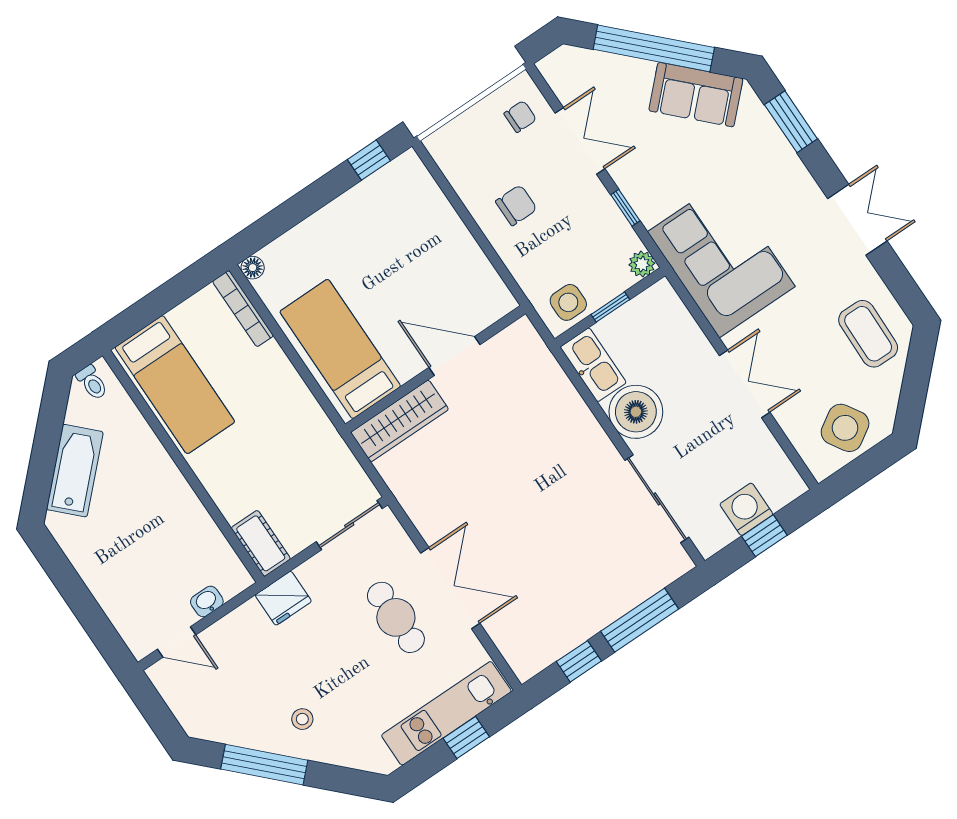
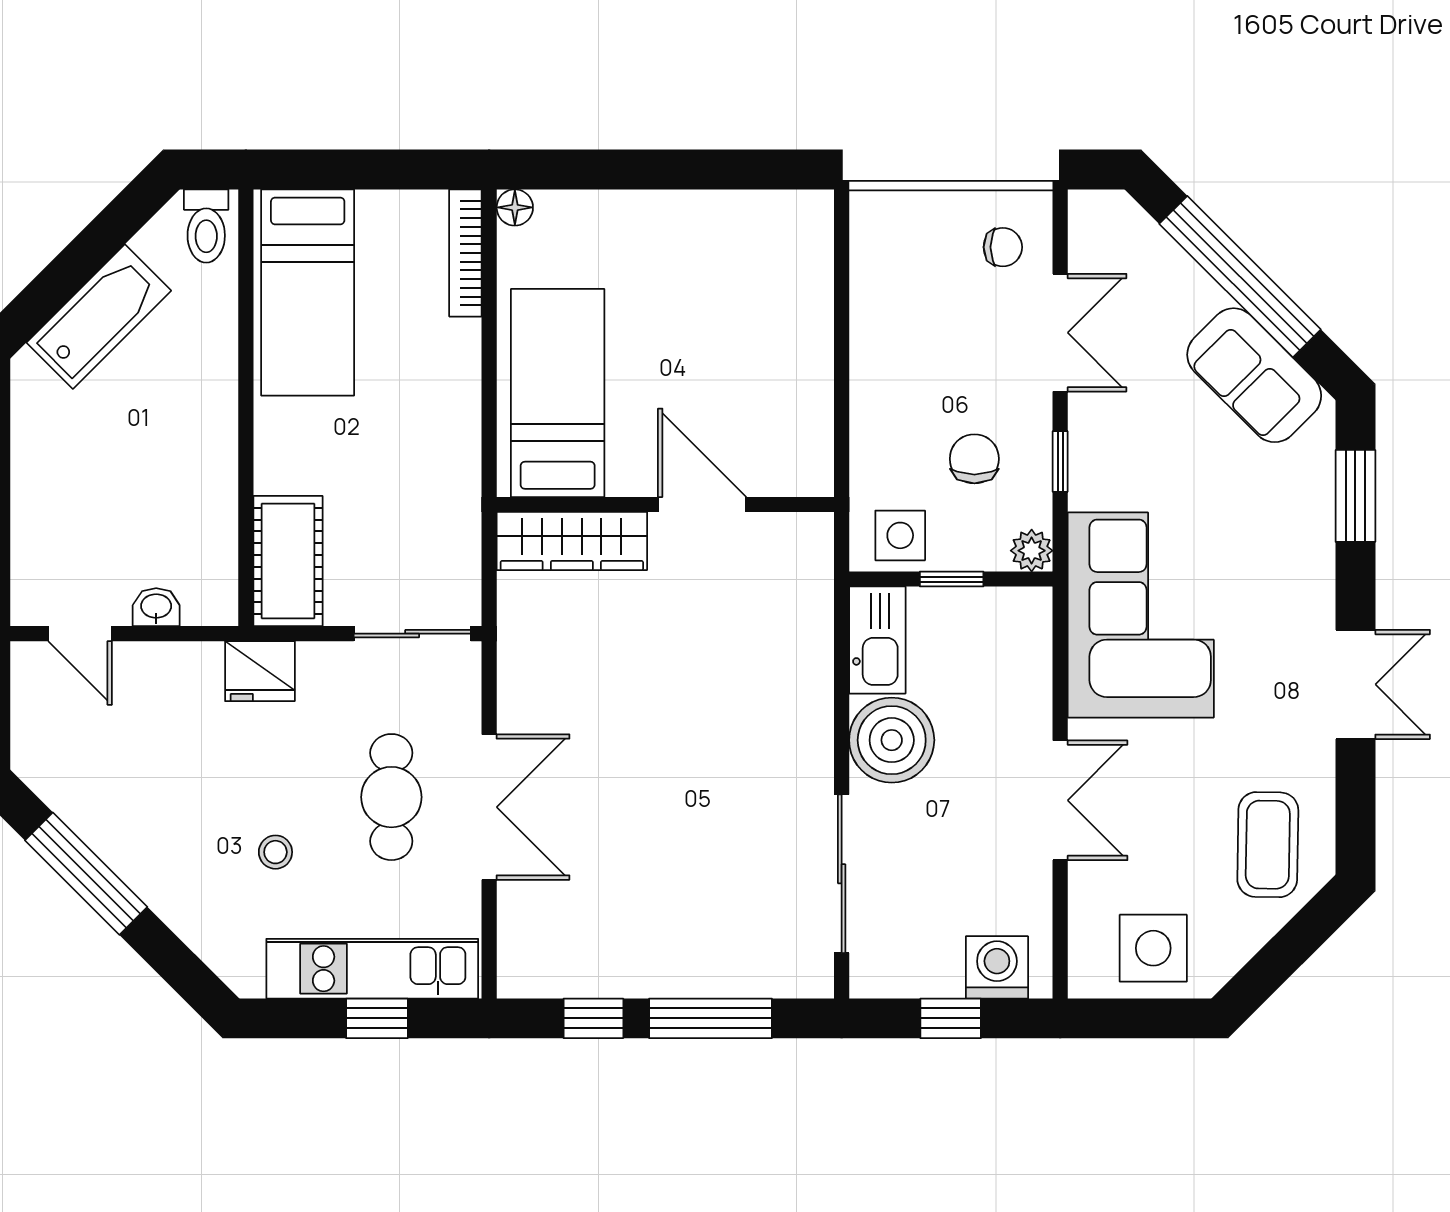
window: (369, 160) -> (764, 169), removed
chair: (516, 205) -> (974, 459), moved, turned -90
toilet: (92, 383) -> (206, 226), width x1.37, depth x1.39
side table: (845, 428) -> (1153, 948), turned 32
washing machine: (746, 509) -> (997, 967), moved
cot: (261, 543) -> (288, 561), width x1.37, depth x1.34
stool: (302, 719) -> (275, 852), moved

